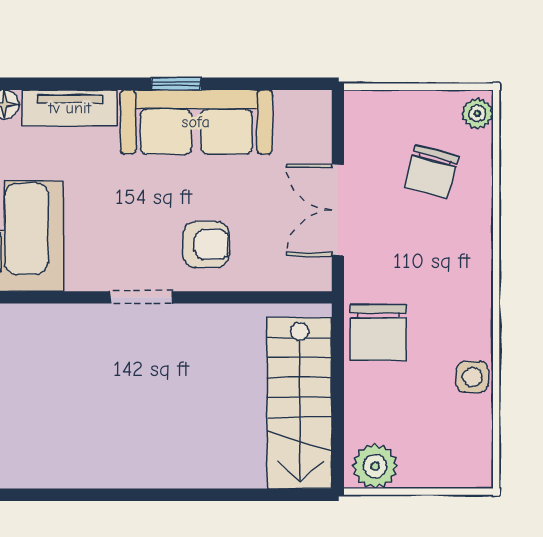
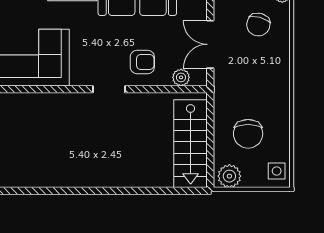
plant: (281, 275) -> (181, 77), added
chair: (378, 332) -> (248, 134), moved
side table: (472, 377) -> (277, 171), moved

